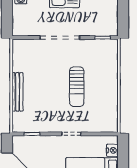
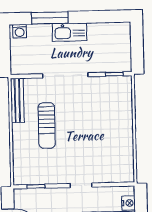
sun lounger: (77, 87) -> (47, 125), moved
bench: (17, 92) -> (17, 100), moved

